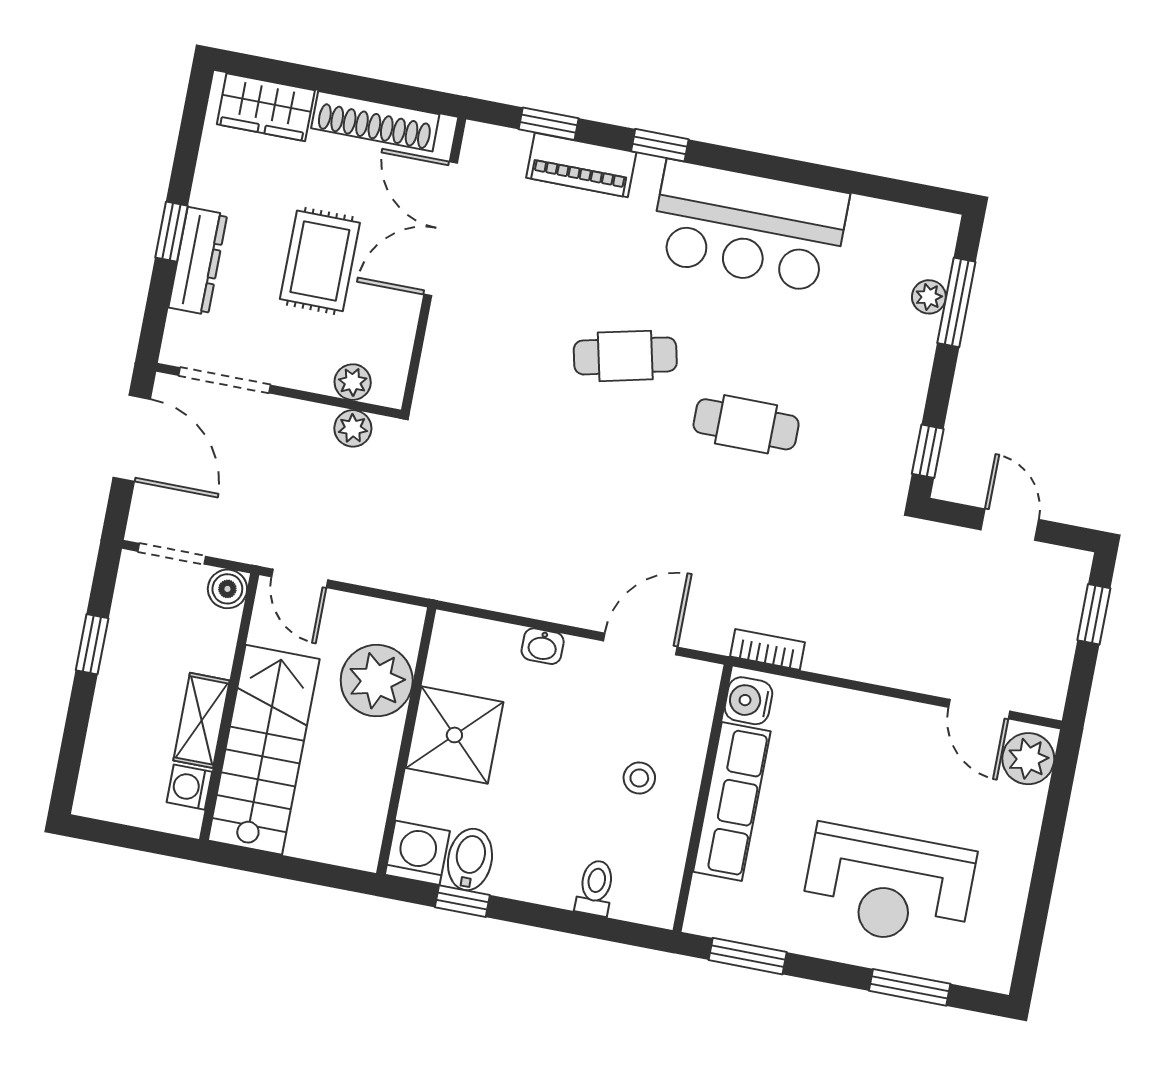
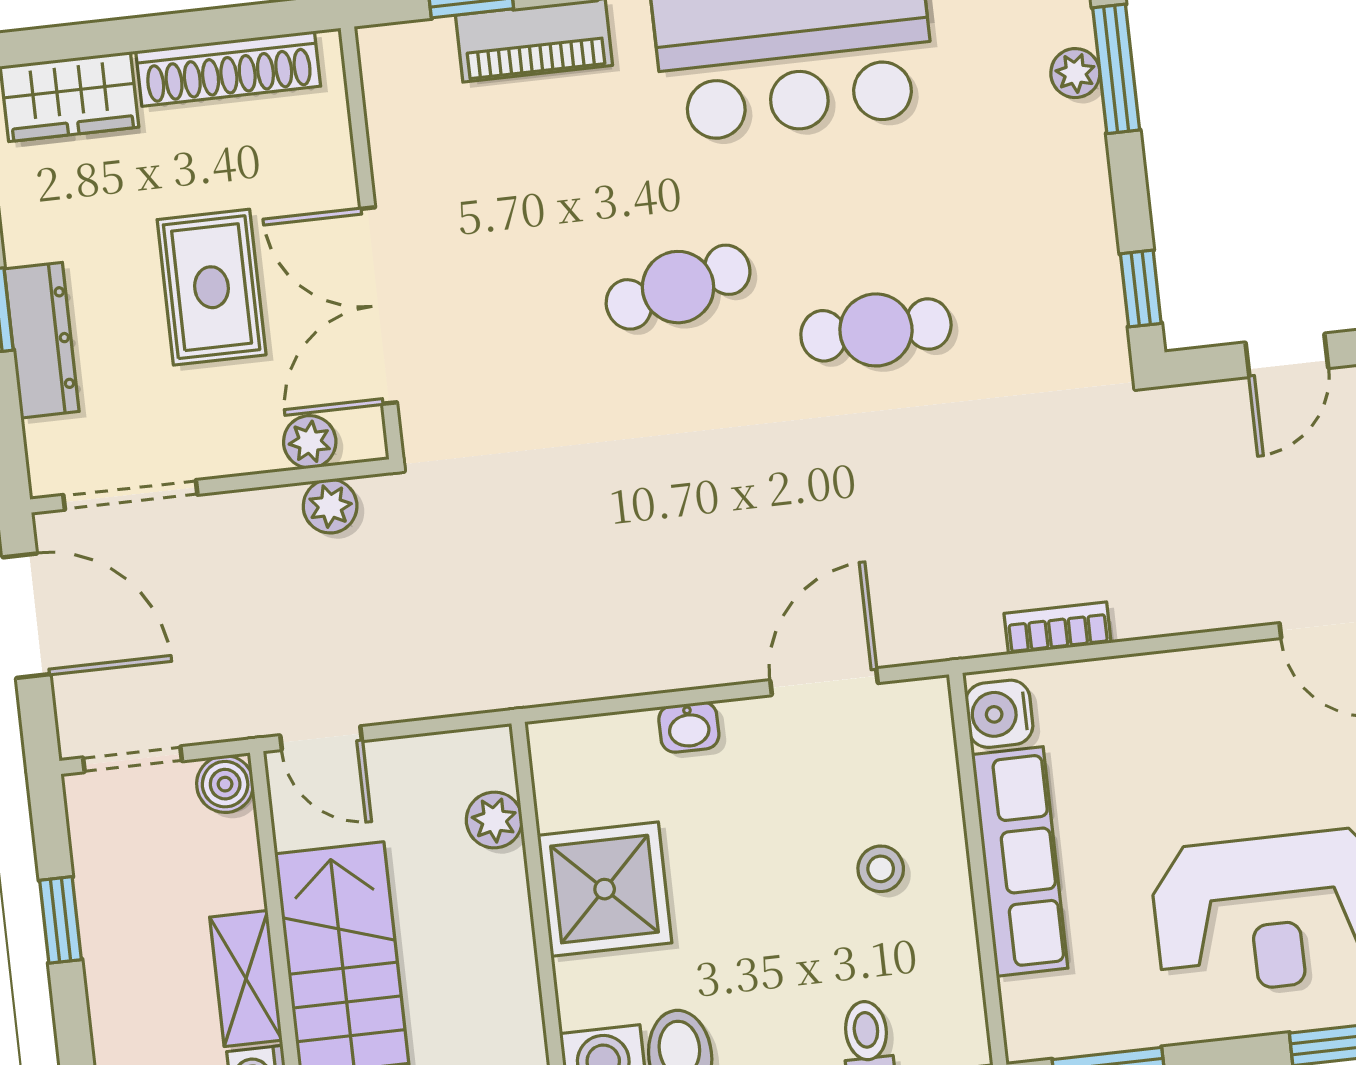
double door: (441, 229) -> (379, 306), moved
door: (1010, 525) -> (1287, 355), swing flipped
bookcase: (767, 649) -> (1058, 628), moved
plant: (377, 681) -> (494, 820), width x0.53, depth x0.53

